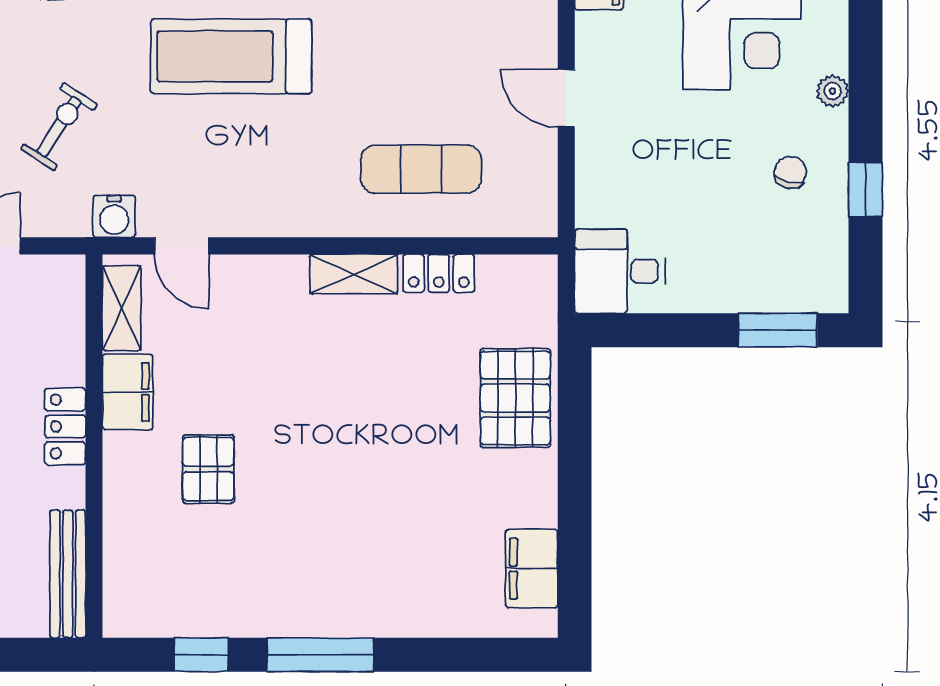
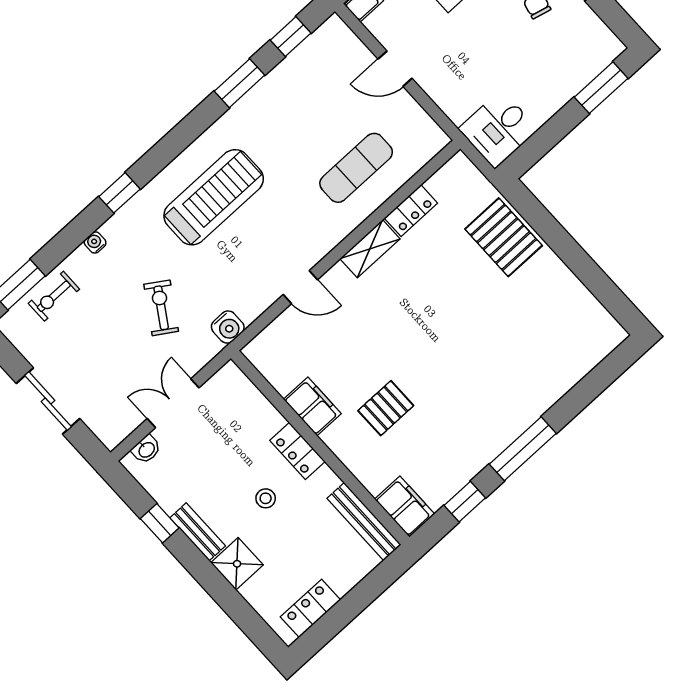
treadmill: (231, 56) -> (214, 197), turned 180
door: (182, 246) -> (300, 287), moved
shelving: (122, 308) -> (272, 368), removed
pallet: (208, 469) -> (386, 408), turned 90
filing cabinet: (532, 569) -> (405, 507), moved, turned 180

